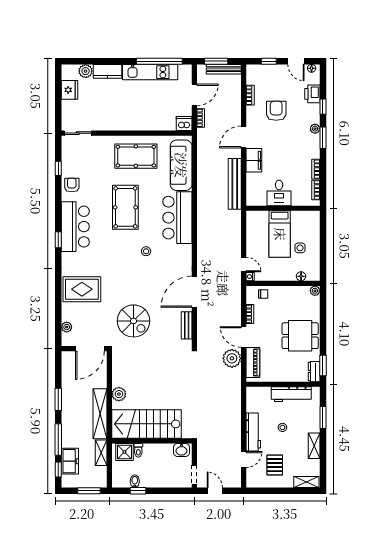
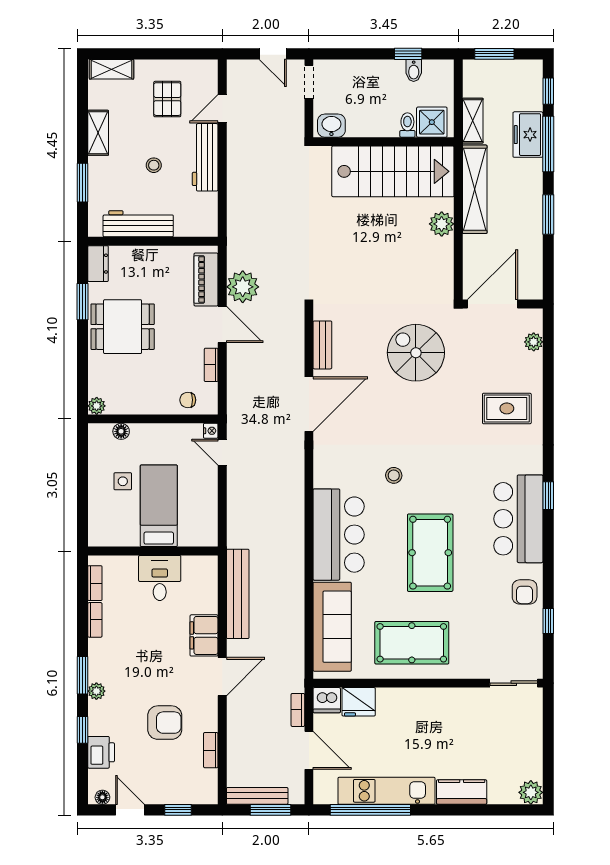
plant: (86, 71) -> (531, 792), moved
fridge: (70, 90) -> (359, 702), moved, turned -90
door: (194, 95) -> (309, 750), swing flipped
armchair: (276, 111) -> (165, 723), turned -90
rug: (82, 289) -> (507, 408), width x0.73, depth x0.70
window: (323, 365) -> (82, 302), moved
freezer: (70, 461) -> (528, 135), moved

